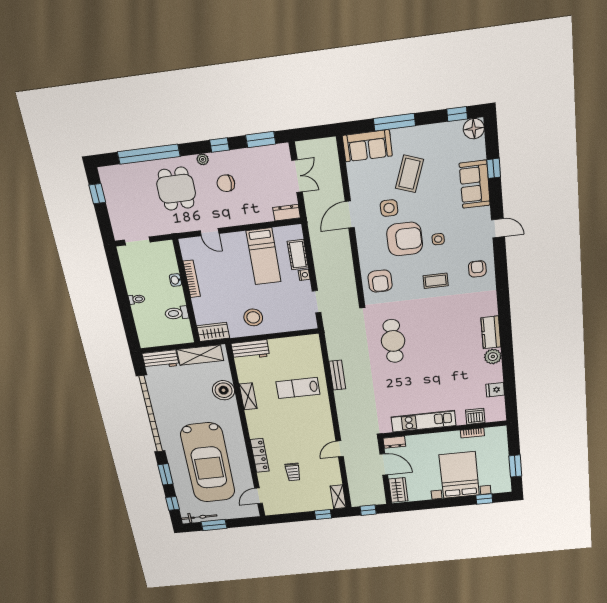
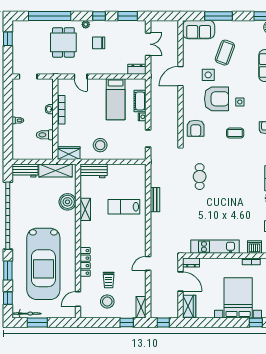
cafe table: (393, 341) -> (200, 177), width x0.73, depth x0.74
stool: (295, 495) -> (107, 301), added

